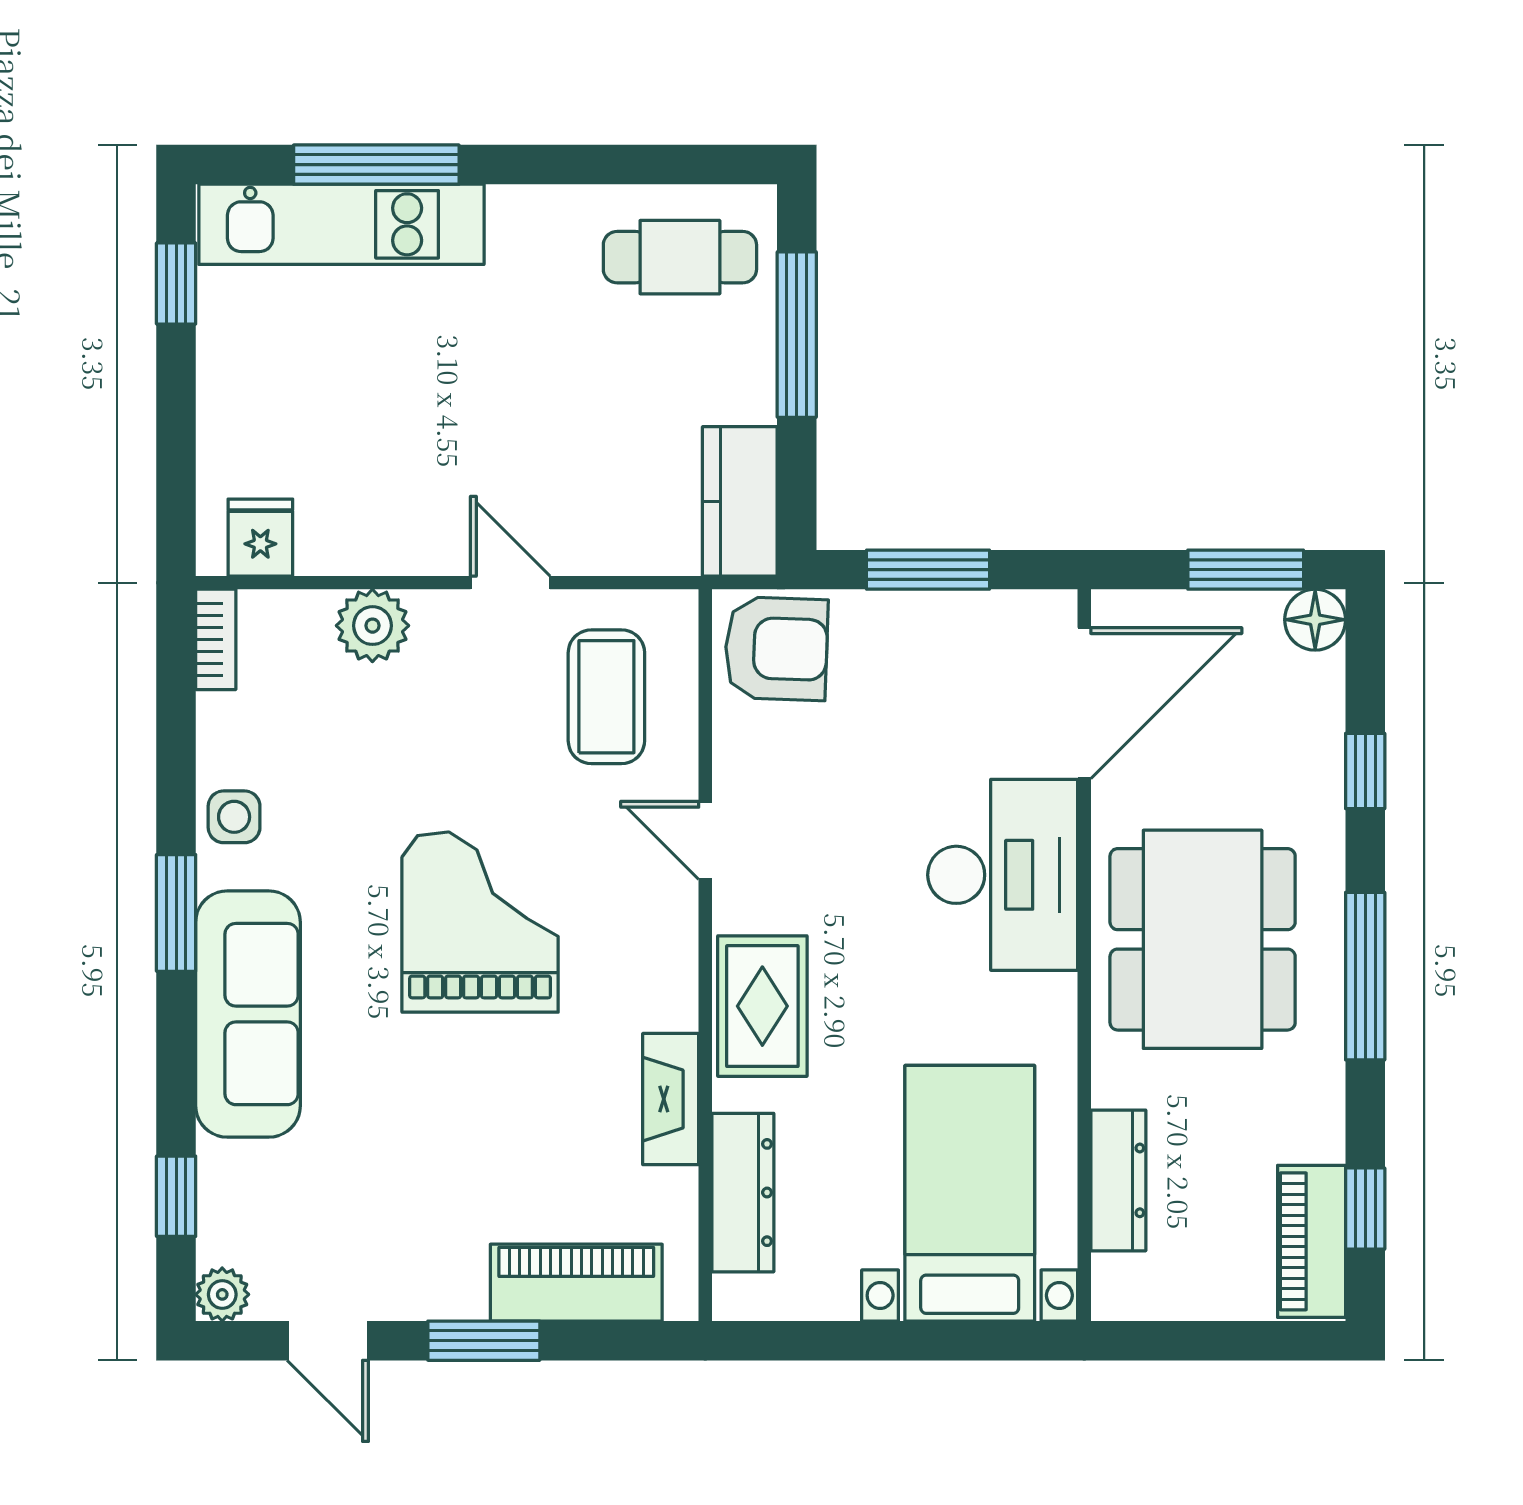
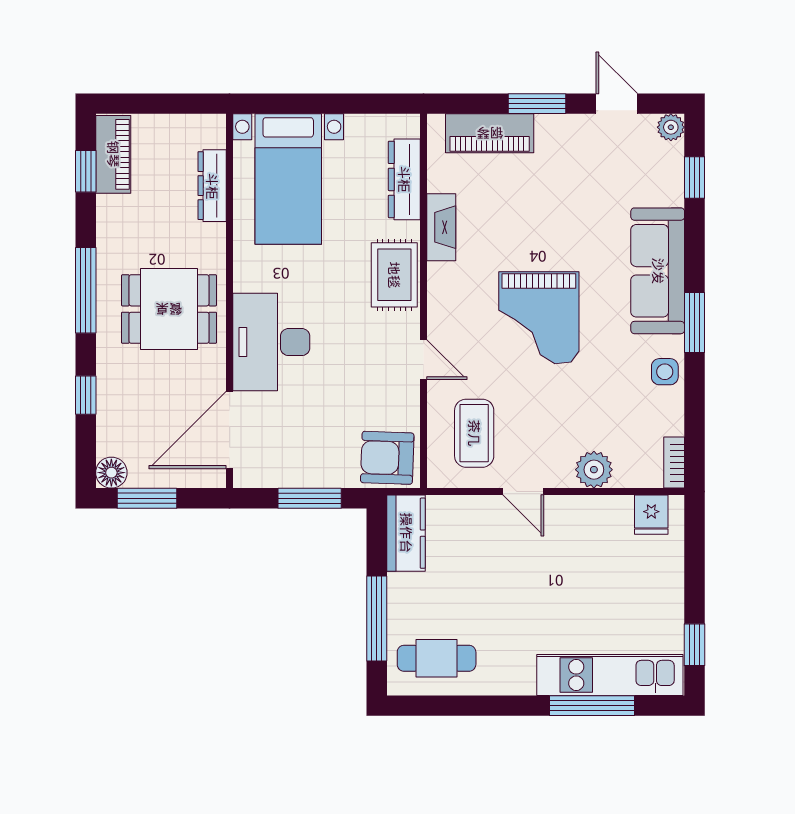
dining table: (1203, 939) -> (169, 309), width x0.73

